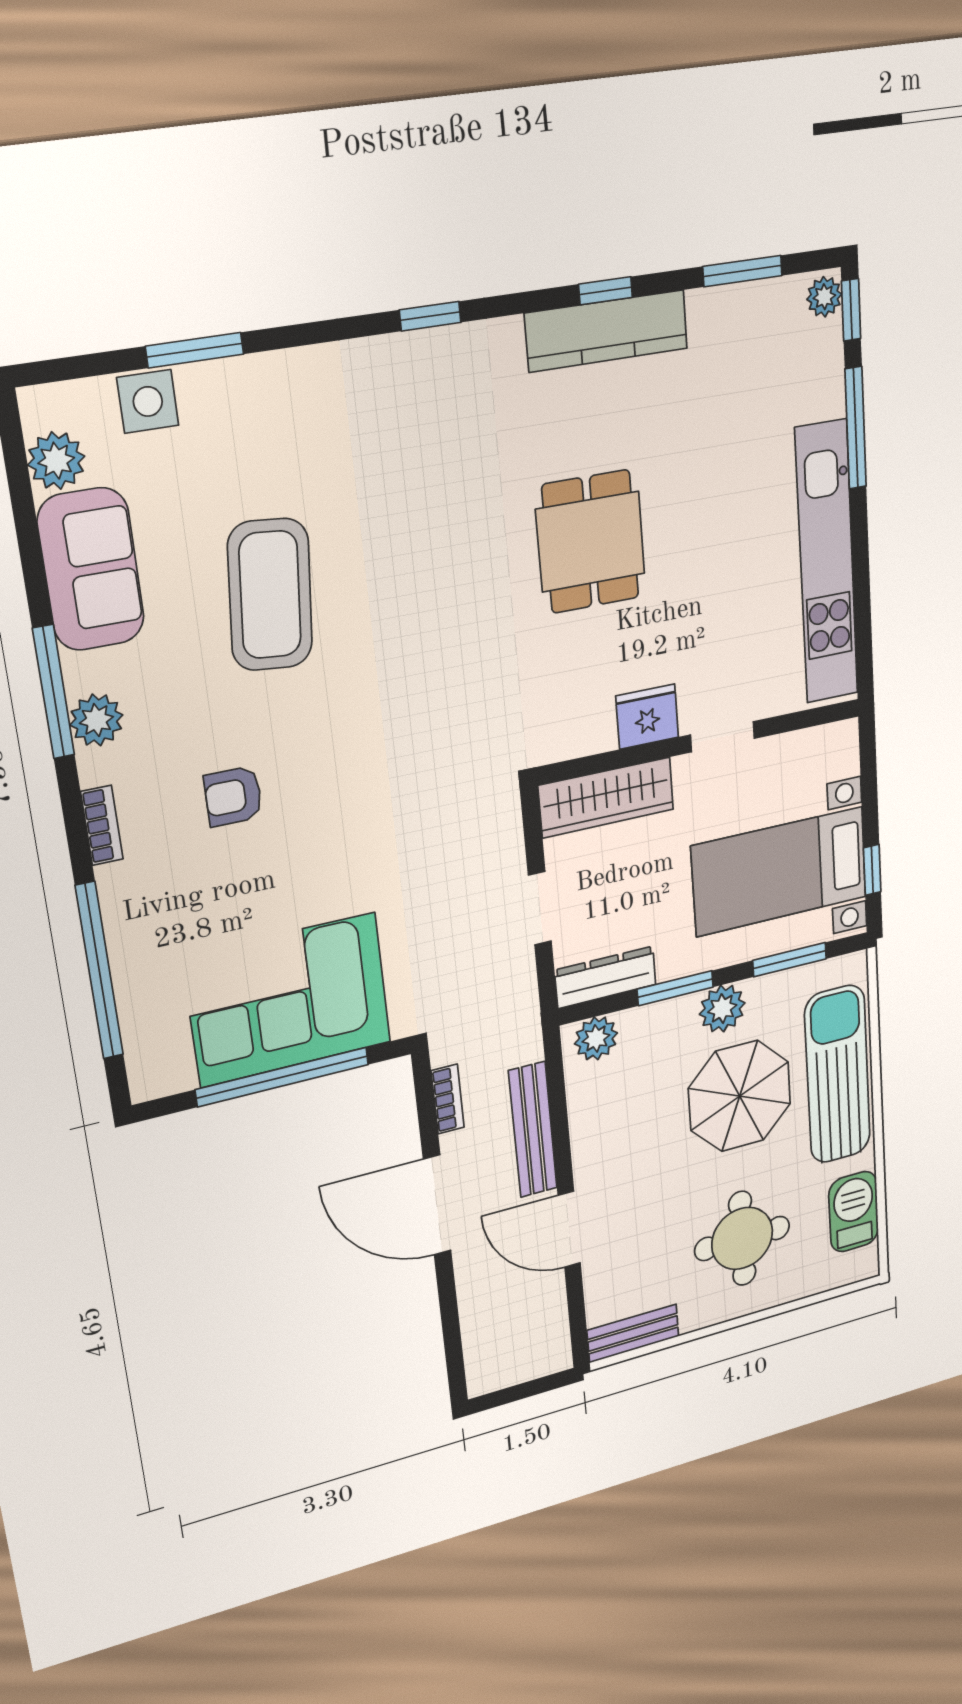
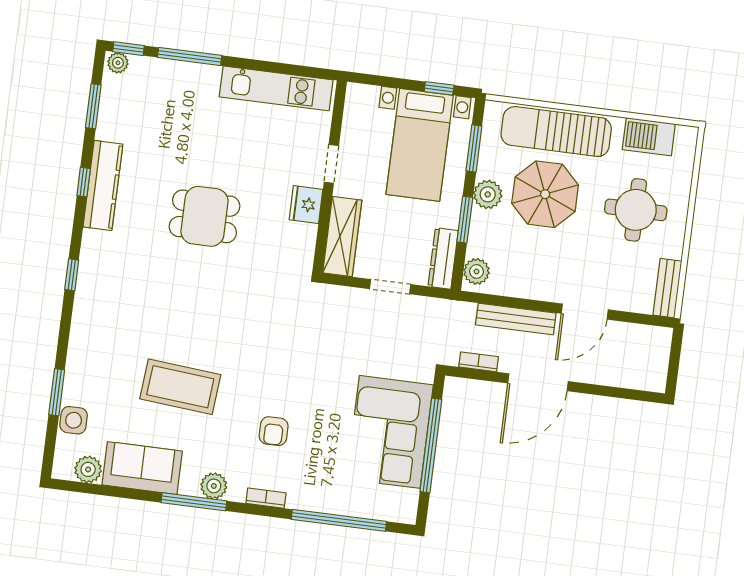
kitchen unit: (827, 563) -> (276, 88), width x0.73

